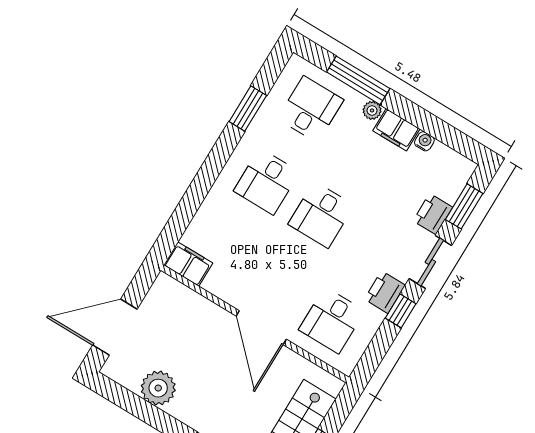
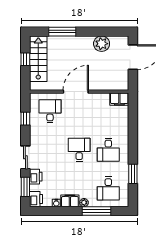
desk: (267, 182) -> (108, 150), turned 180
printer: (385, 292) -> (36, 199), moved
window: (401, 311) -> (25, 119), moved
door: (261, 328) -> (76, 92), hinge flipped

